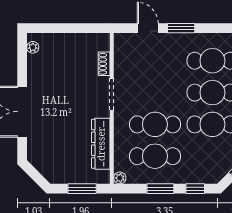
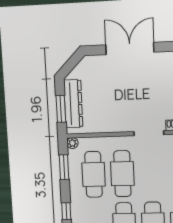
dresser: (101, 144) -> (73, 104), moved, turned 90
window: (160, 189) -> (64, 167), moved

